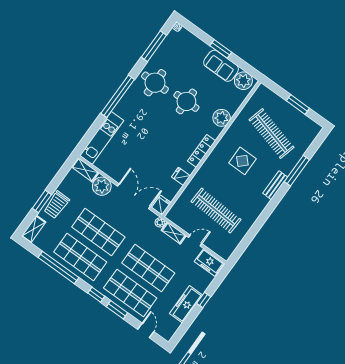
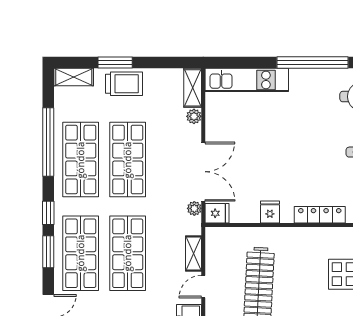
plant: (102, 186) -> (194, 116), width x0.53, depth x0.53
trolley: (57, 205) -> (124, 84), turned 180
plant: (160, 222) -> (194, 208), moved
door: (195, 241) -> (203, 287), swing flipped

